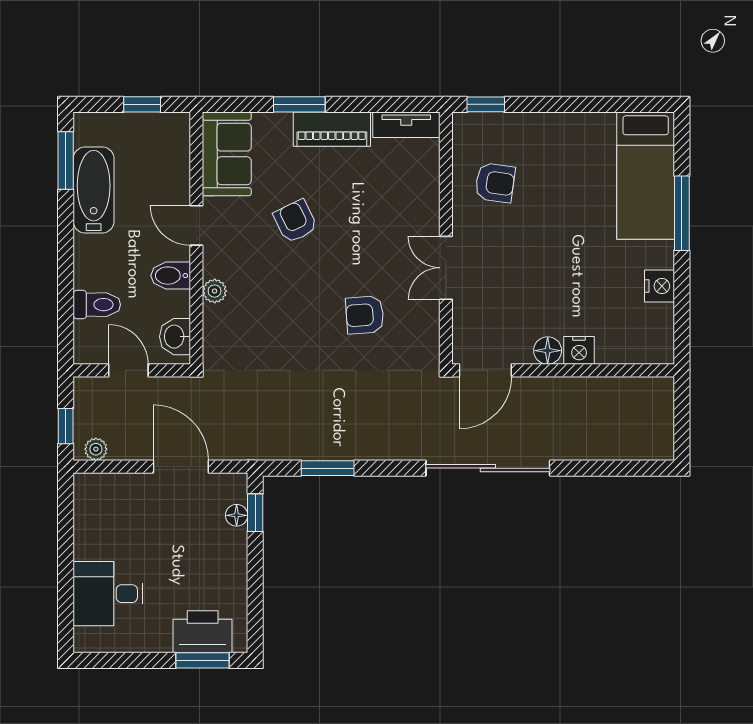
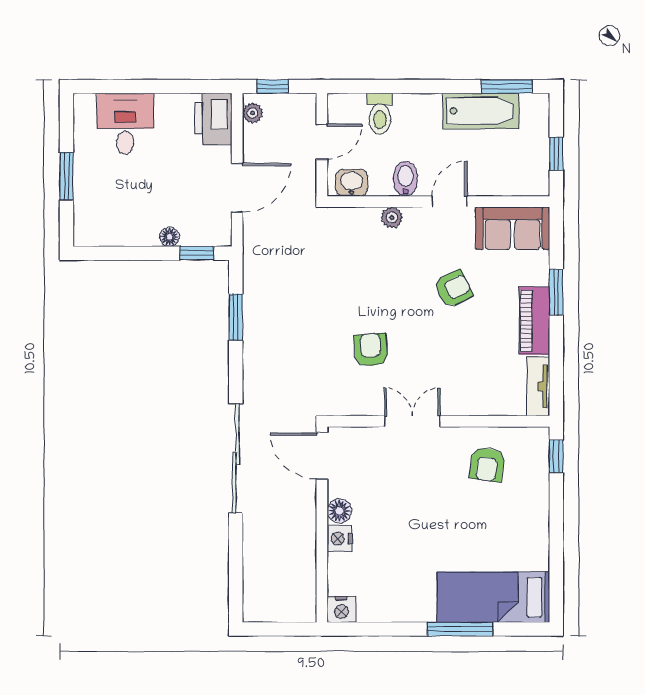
nightstand: (660, 286) -> (341, 609), moved
floor lamp: (237, 515) -> (169, 237), moved
printer: (203, 632) -> (213, 119), moved, turned 180
window: (202, 660) -> (66, 176), moved

